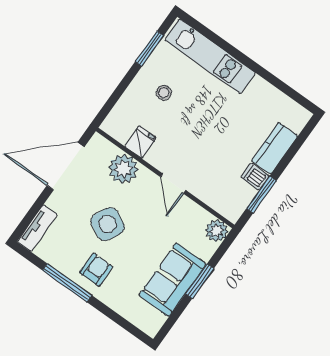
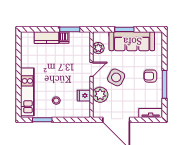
side table: (108, 224) -> (116, 77), moved
plant: (217, 231) -> (98, 48), moved
sofa: (173, 280) -> (132, 41), width x1.36

